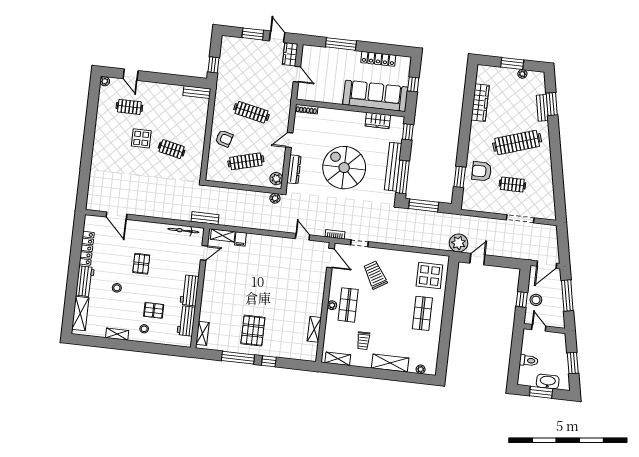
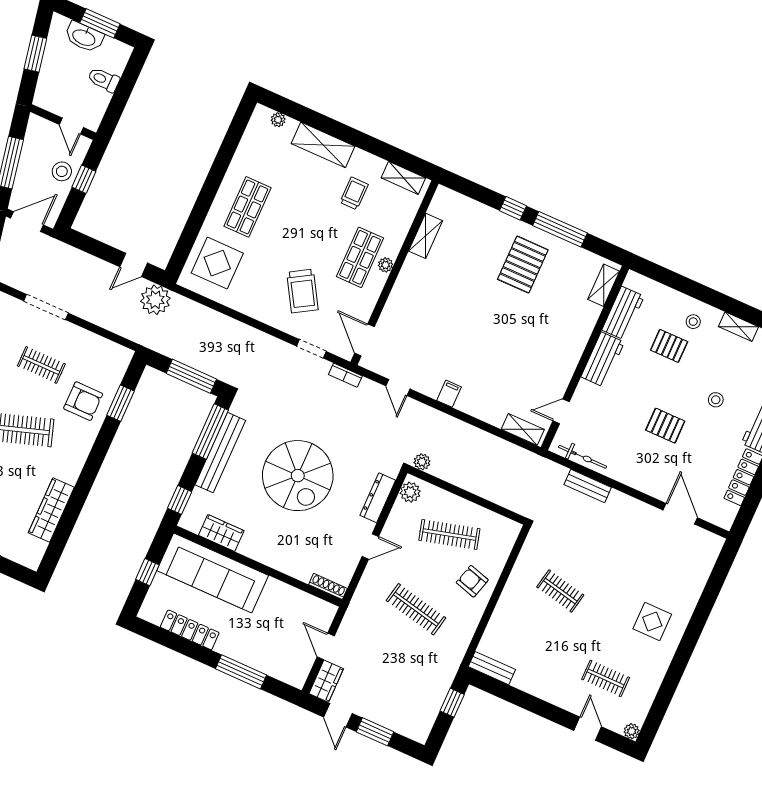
display table: (141, 138) -> (652, 622), moved
bench: (205, 218) -> (588, 486), moved
filing cabinet: (240, 239) -> (449, 394), moved
pallet: (141, 264) -> (665, 426), turned 90

